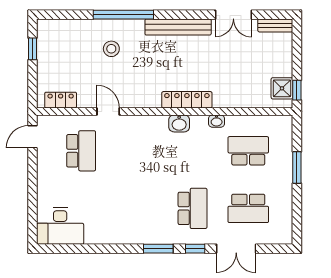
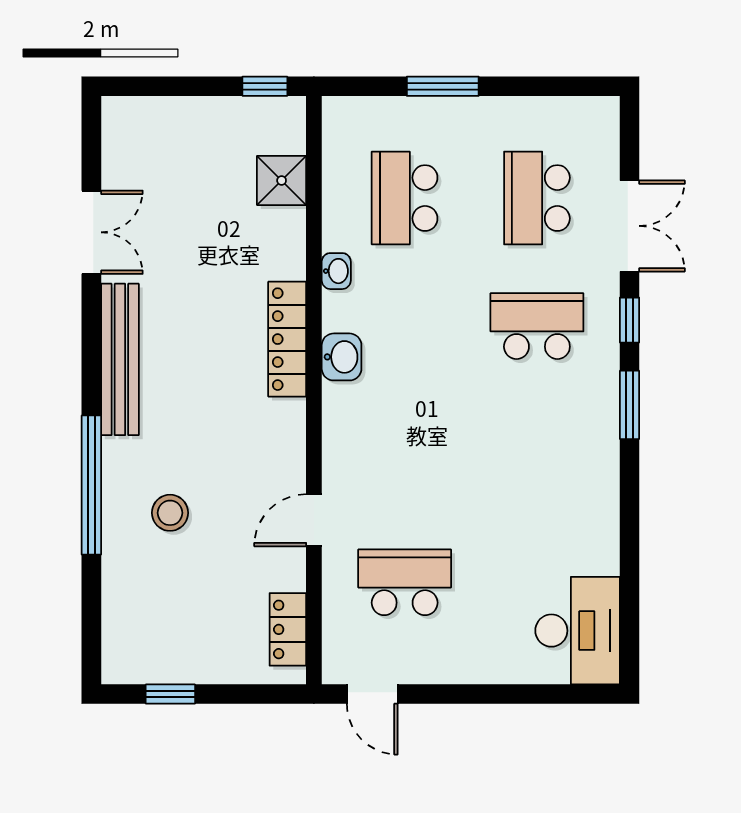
bench: (275, 25) -> (116, 136), removed
shower: (282, 88) -> (282, 180), moved
school desk: (248, 208) -> (537, 198), turned 180

